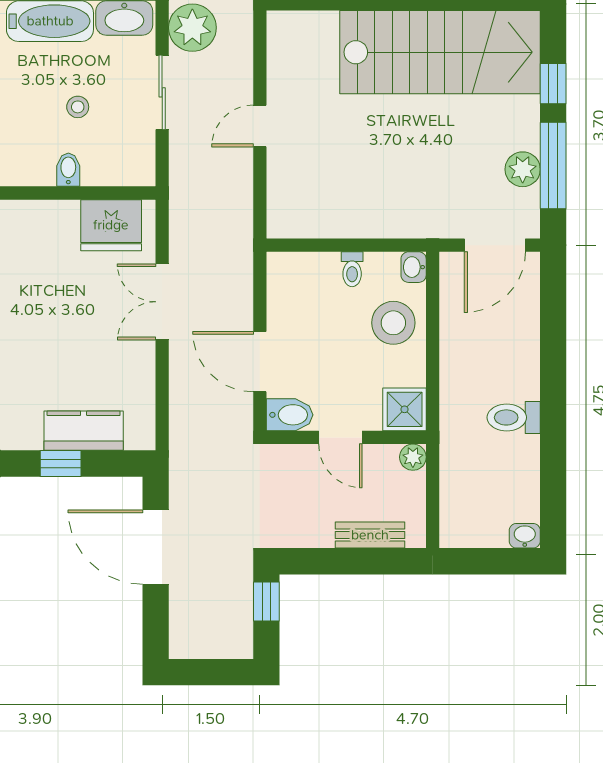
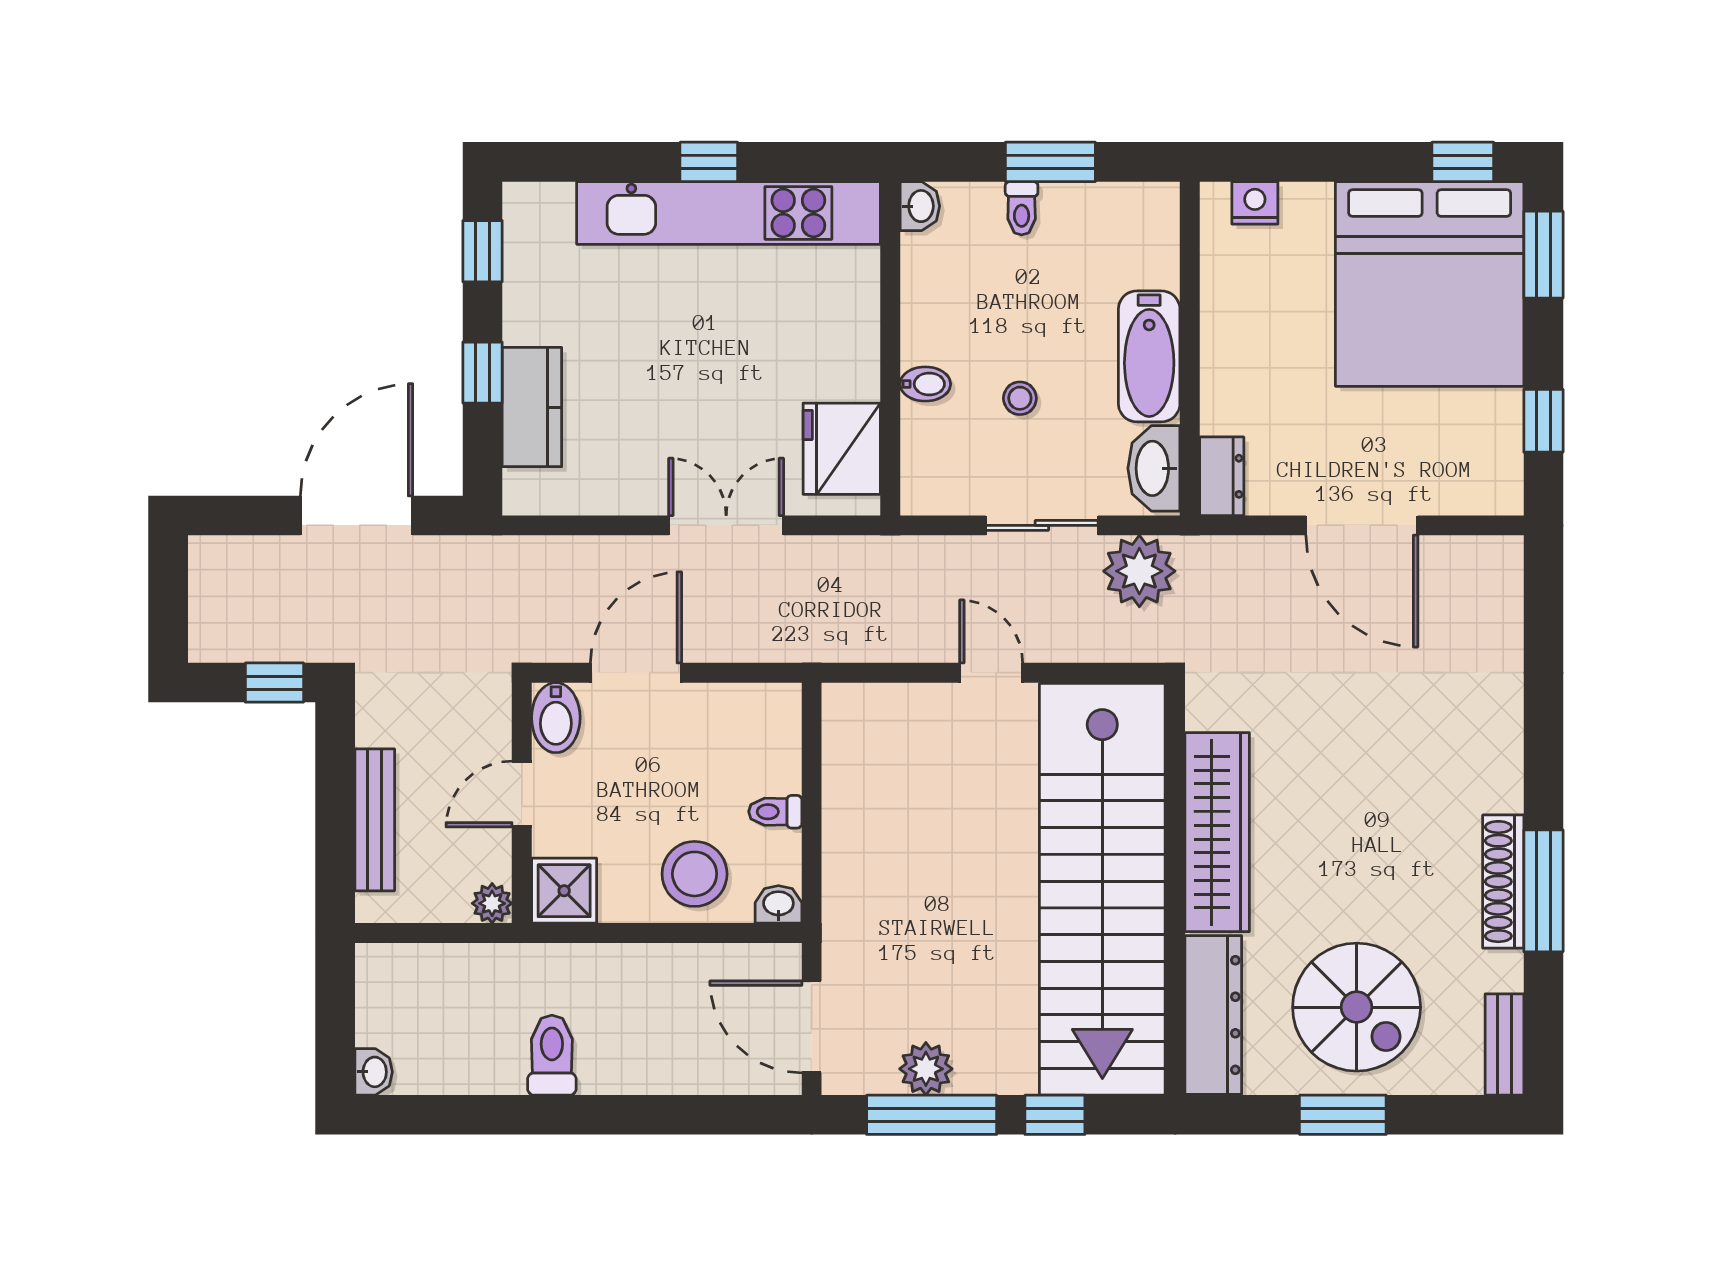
stairs: (440, 52) -> (1102, 889), width x1.36
bench: (370, 535) -> (375, 820), width x1.36

